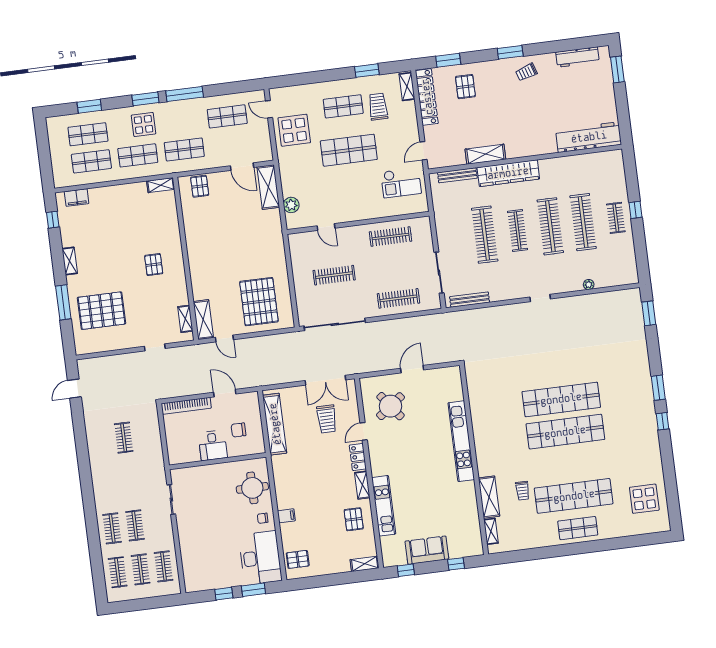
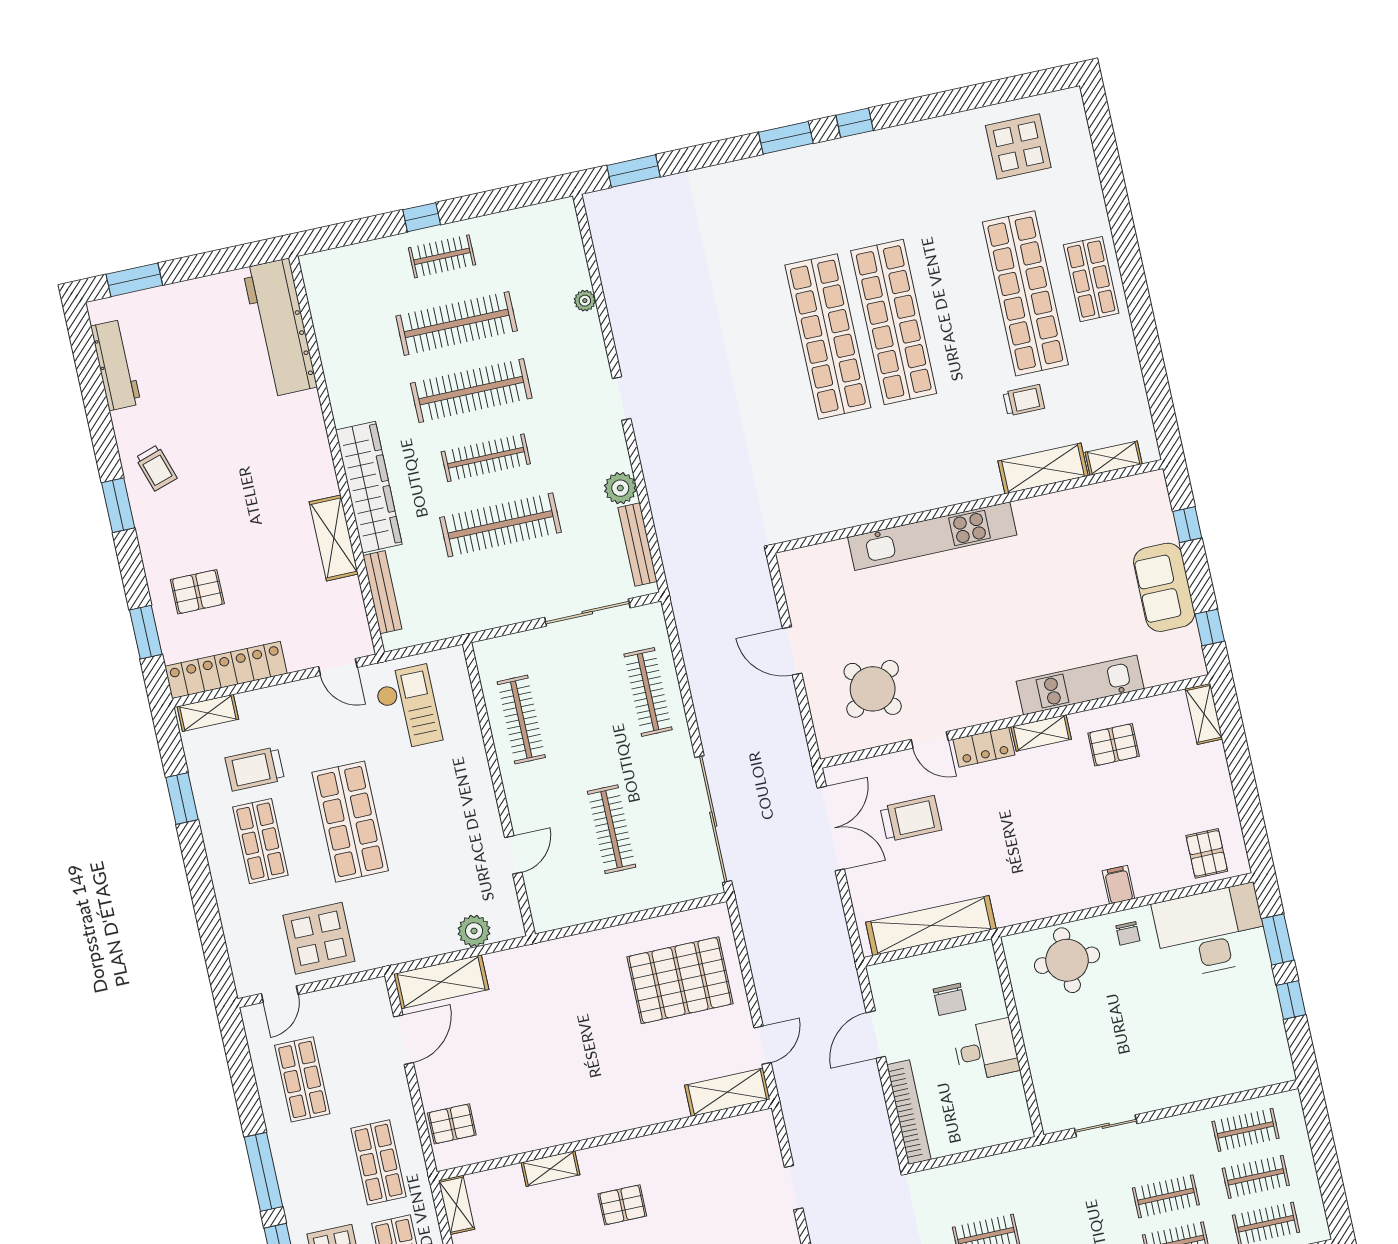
plant: (497, 294) -> (620, 488), added
shelving: (185, 319) -> (550, 1169), moved

